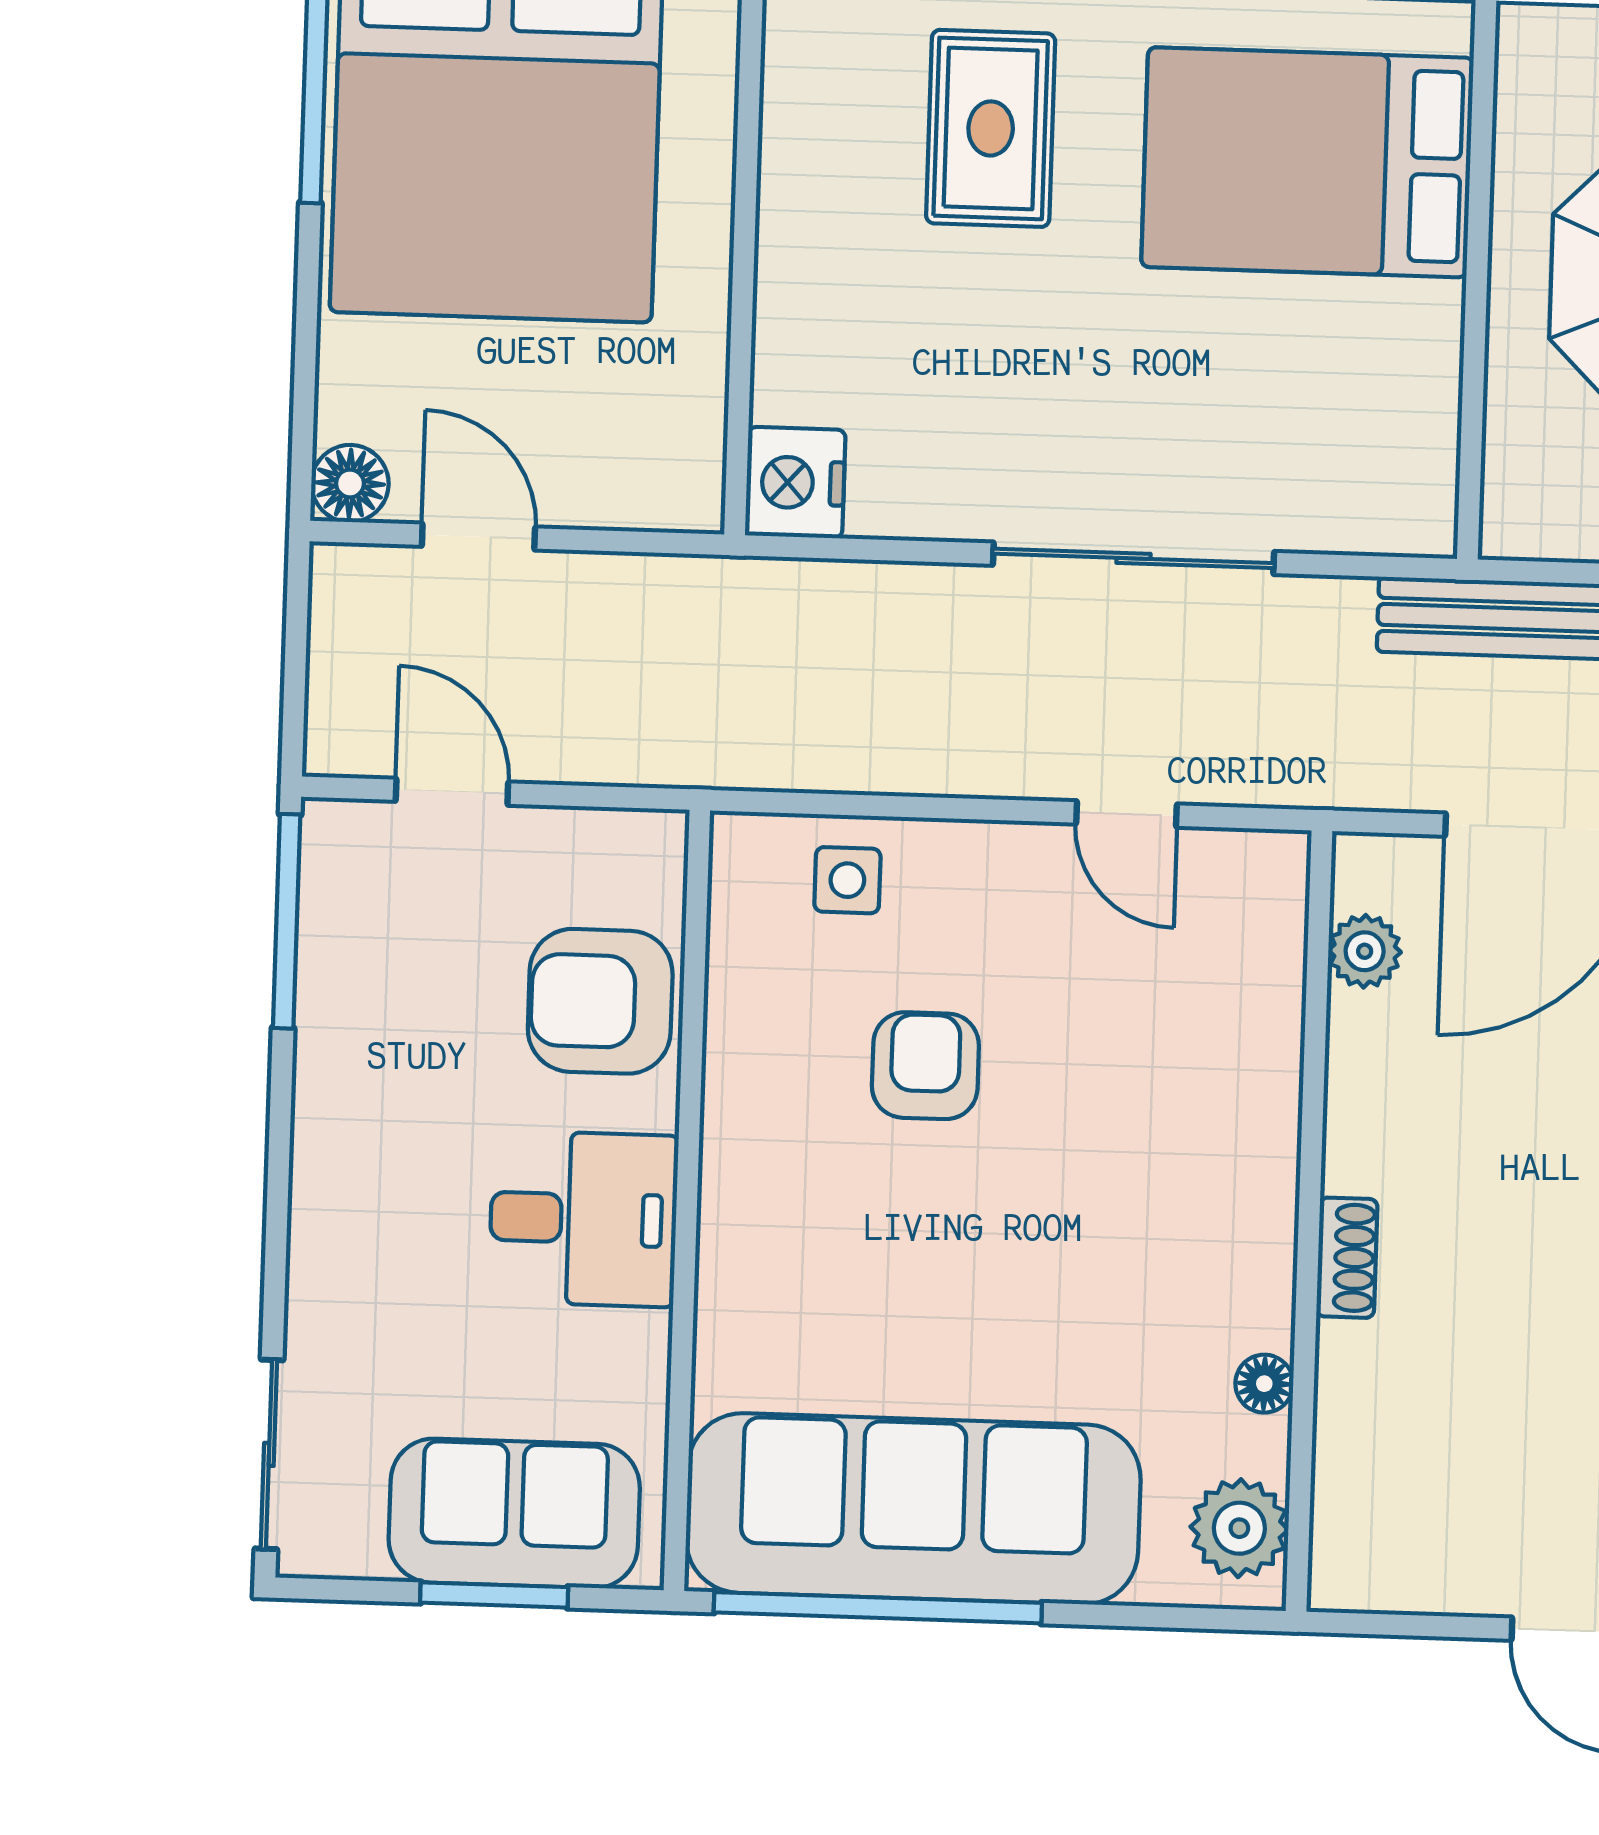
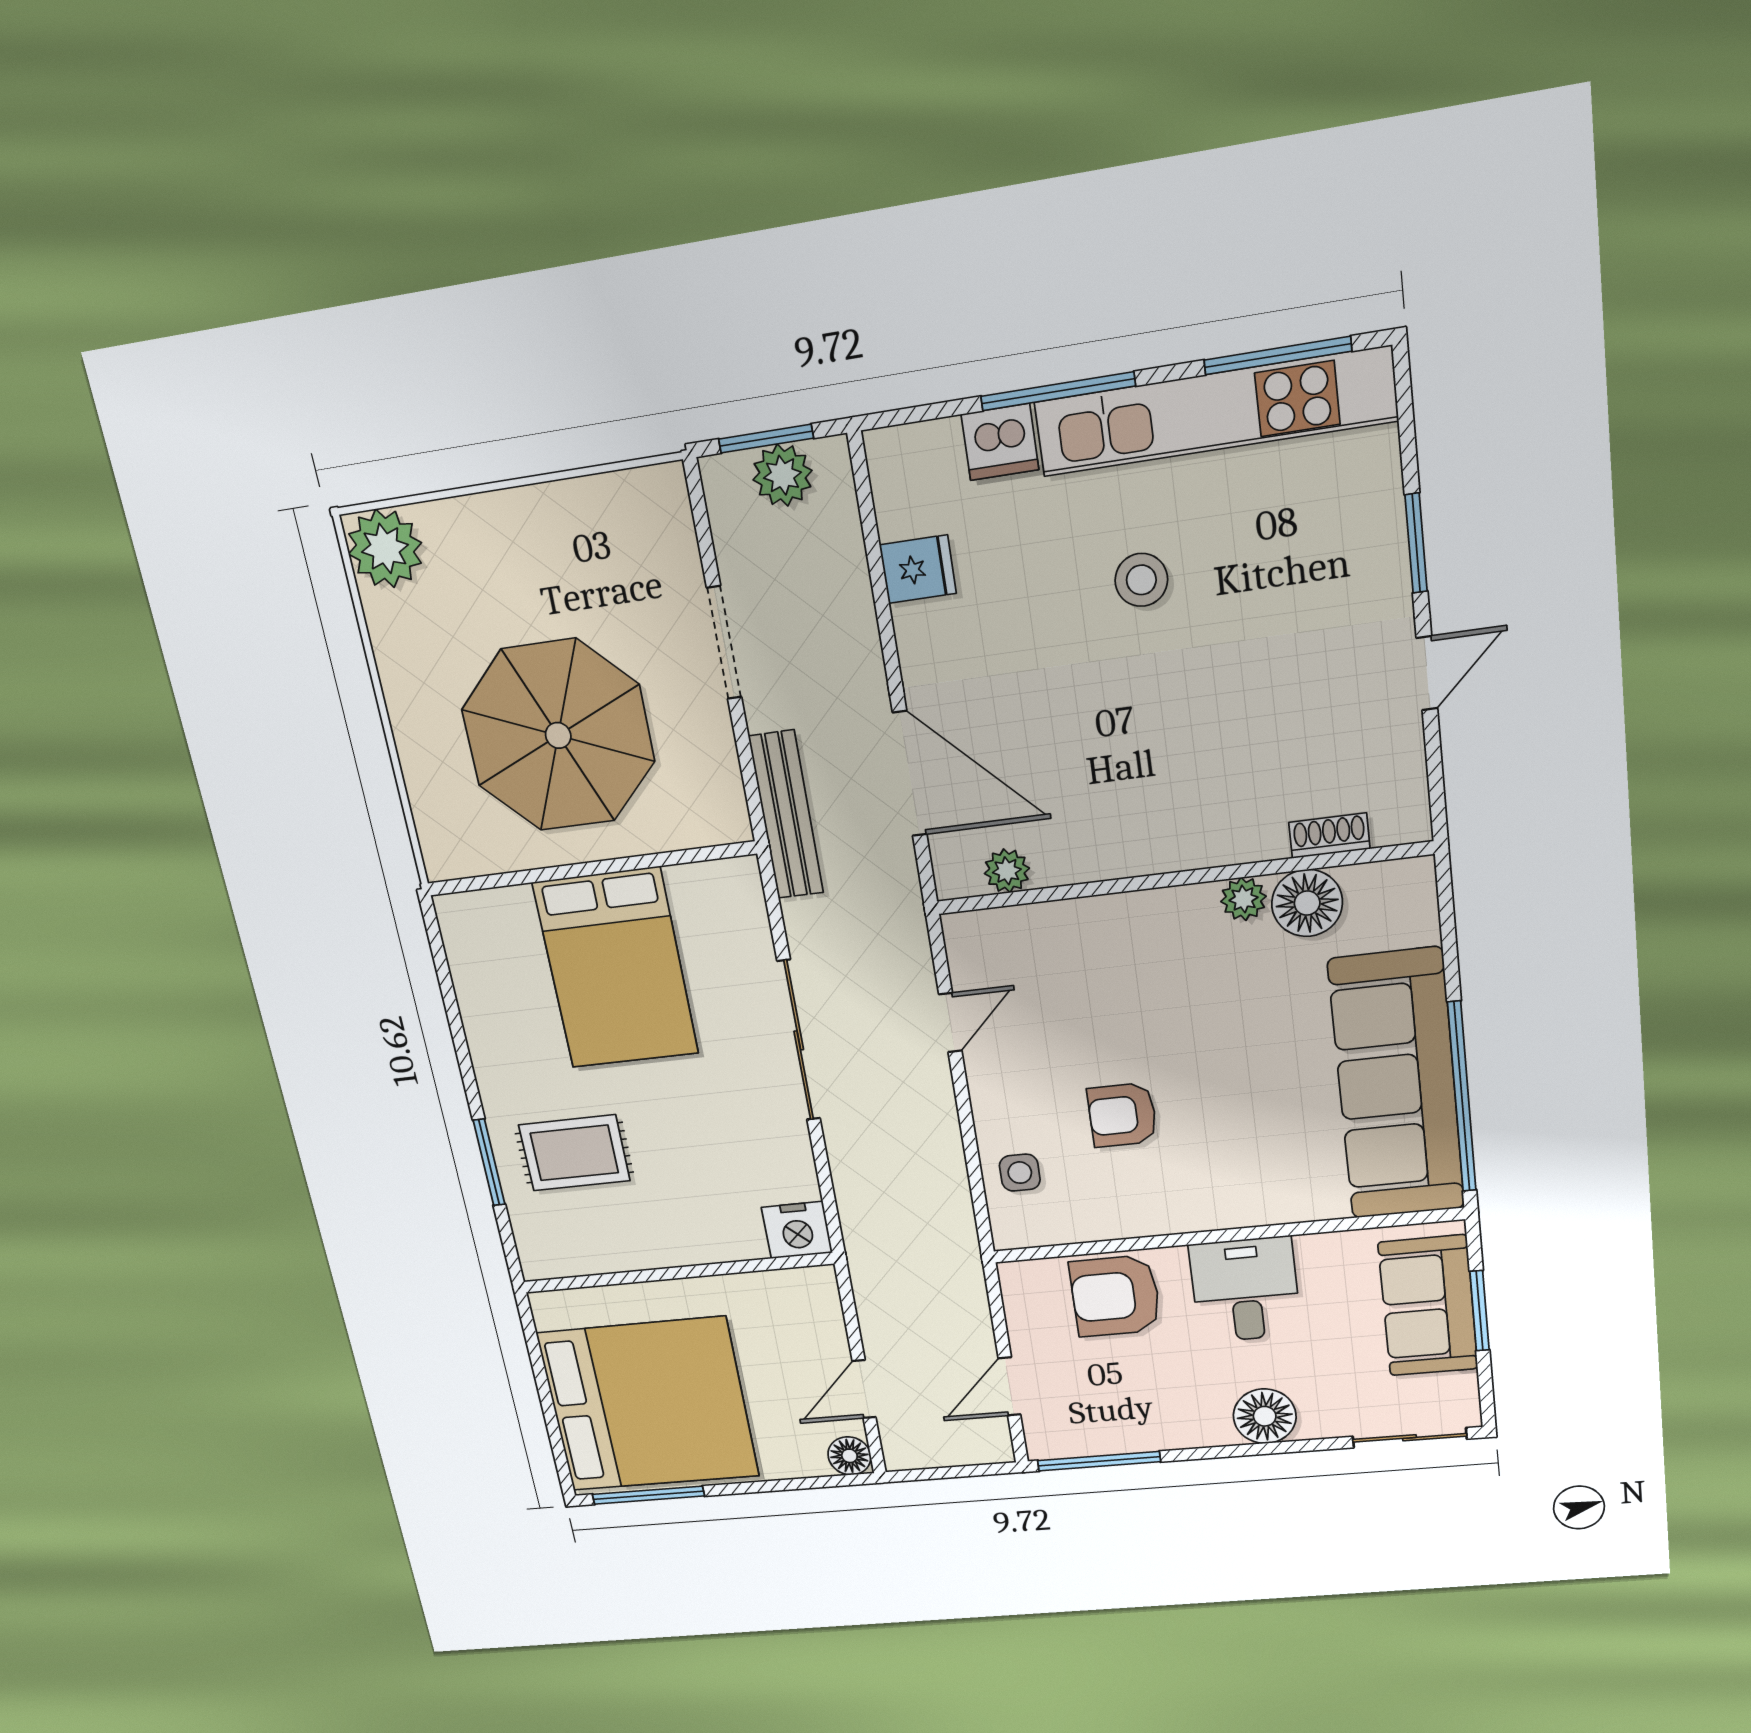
bed: (1307, 162) -> (616, 968), moved
armchair: (600, 1001) -> (1115, 1296), turned 90
floor lamp: (340, 1218) -> (1265, 1416), added
shoe rack: (1347, 1258) -> (1329, 836), moved
floor lamp: (1264, 1384) -> (1307, 903), width x1.89, depth x1.89
plant: (1239, 1528) -> (1243, 899), moved, width x0.73, depth x0.73

